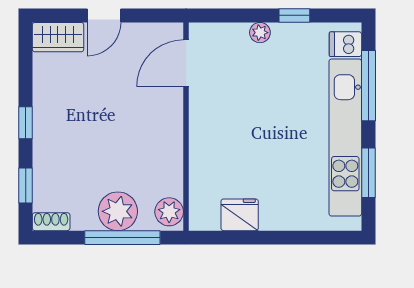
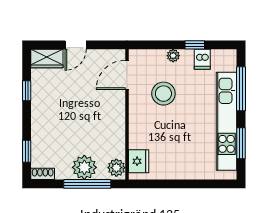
dishwasher: (345, 44) -> (202, 59), moved, turned -90
stool: (244, 93) -> (163, 94), added
window: (26, 123) -> (27, 91), moved
fridge: (240, 215) -> (139, 161), moved, turned 90

